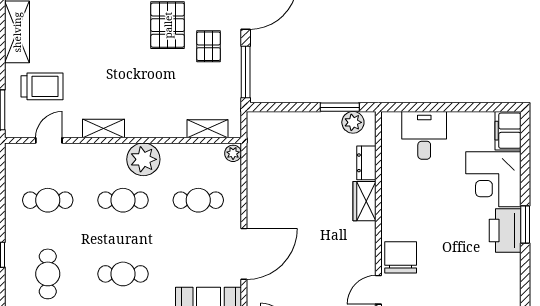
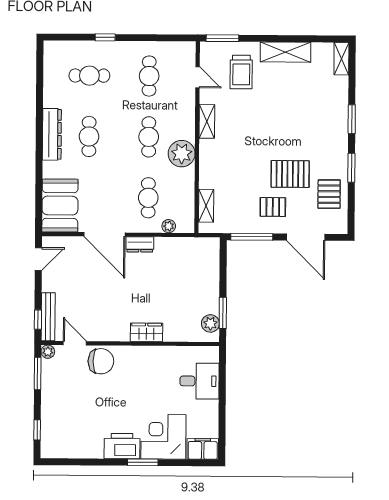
plant: (233, 153) -> (169, 226), moved
dresser: (366, 163) -> (140, 244), moved, turned 180
window: (525, 225) -> (143, 462), moved

